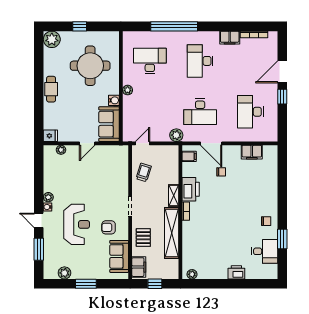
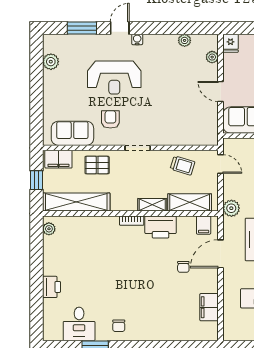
shelving: (172, 167) -> (190, 202), added
plant: (48, 197) -> (185, 40), moved
shelving: (172, 233) -> (76, 202), moved
window: (86, 284) -> (37, 90), removed

